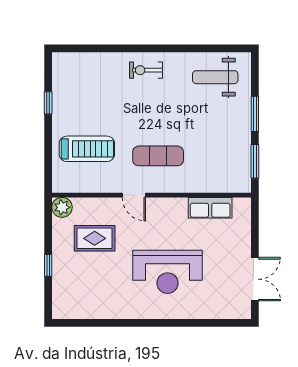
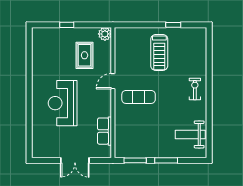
weight bench: (215, 77) -> (190, 134), turned -90
treadmill: (87, 149) -> (159, 52), moved
exercise mat: (158, 156) -> (139, 97), turned 90
double door: (255, 279) -> (75, 160), moved

